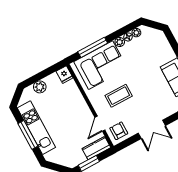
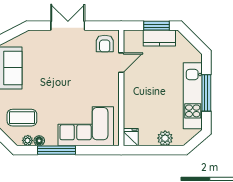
plant: (120, 42) -> (51, 140), removed
window: (93, 47) -> (57, 150), moved
coffee table: (119, 96) -> (22, 118), moved
kitchen counter: (96, 148) -> (159, 38), moved

